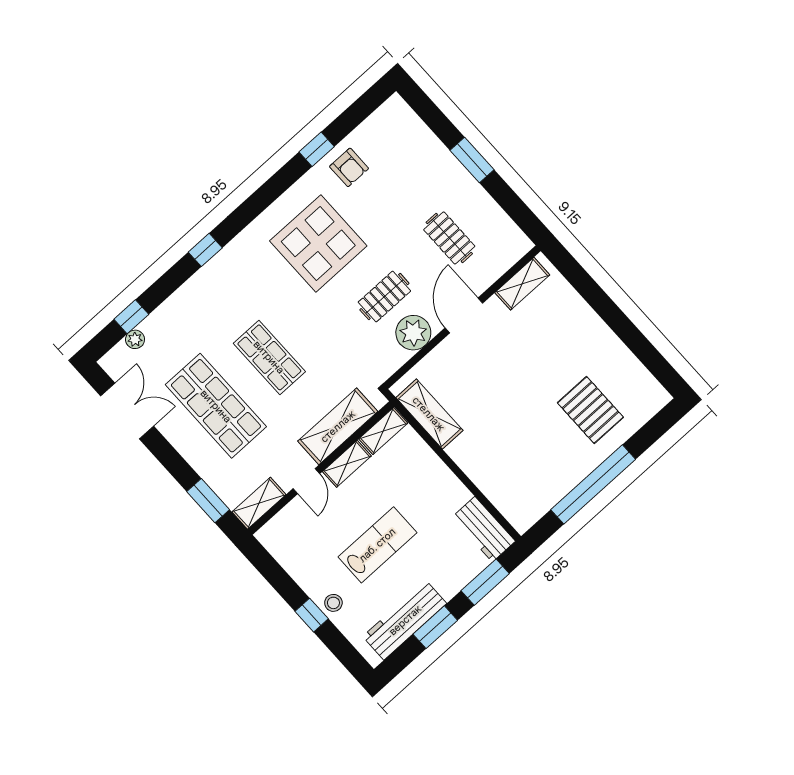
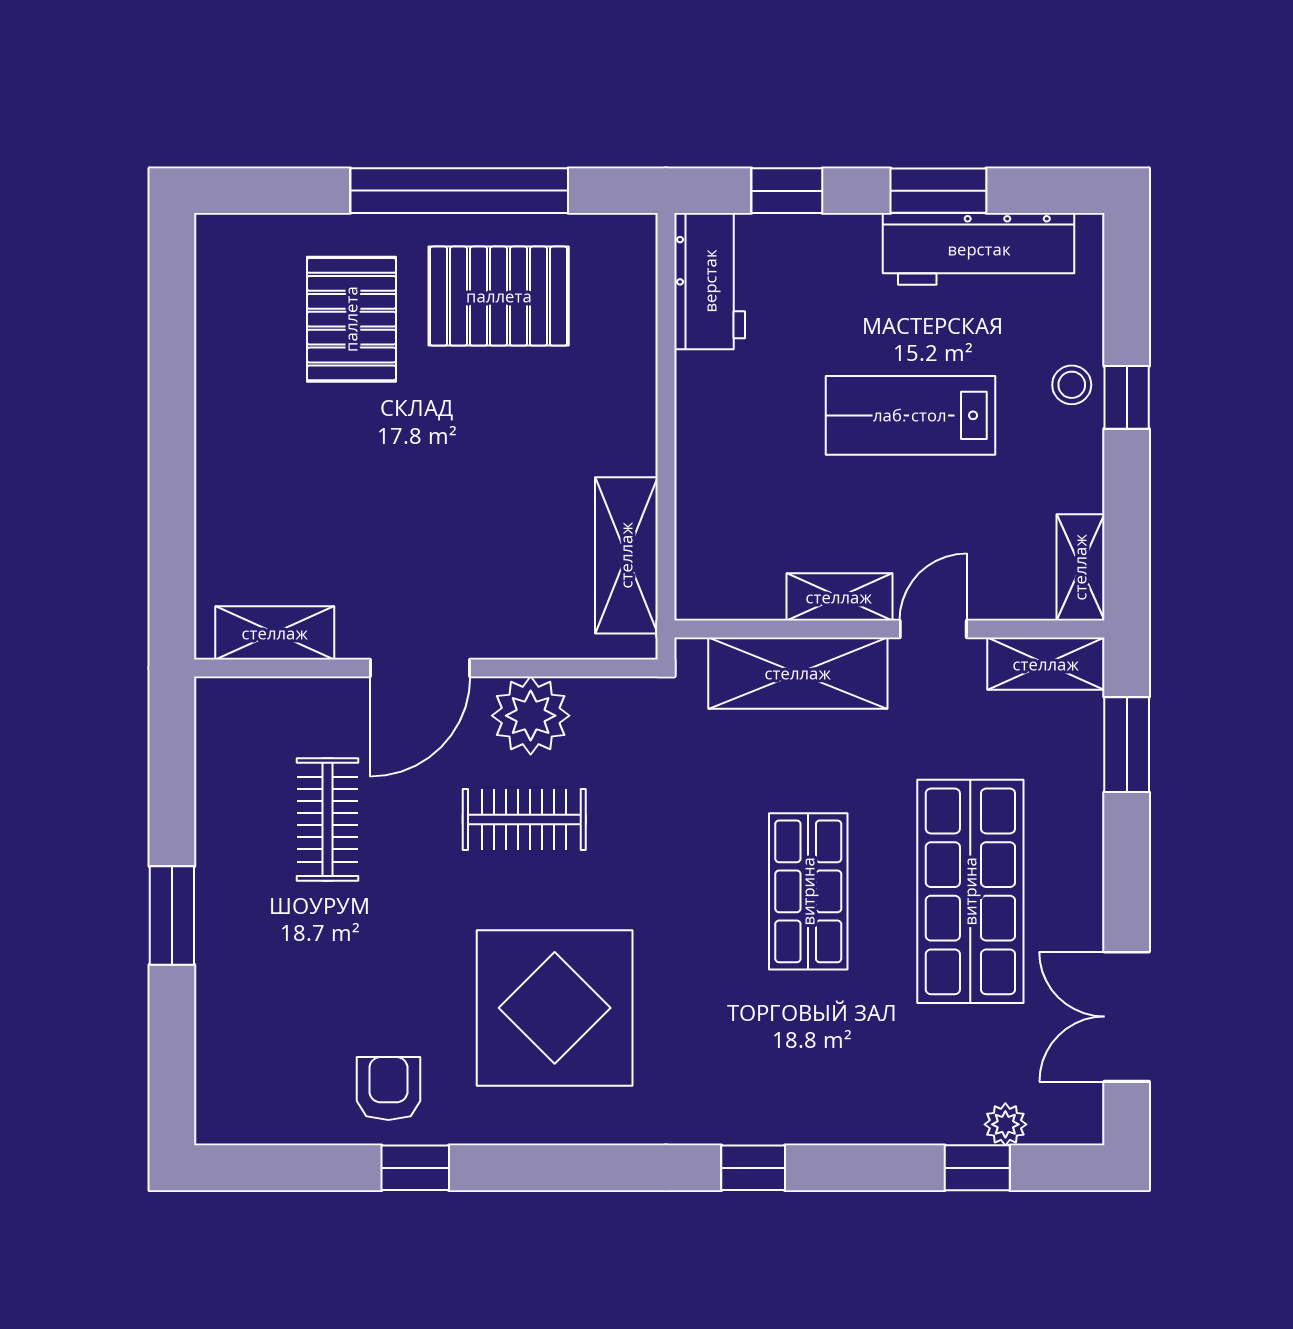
shelving: (383, 431) -> (1080, 567), moved, turned 90
pallet: (549, 461) -> (499, 296), added
window: (485, 582) -> (787, 191), width x0.67

